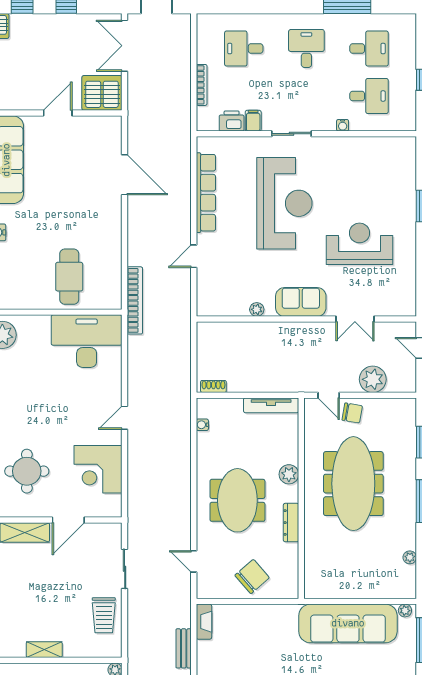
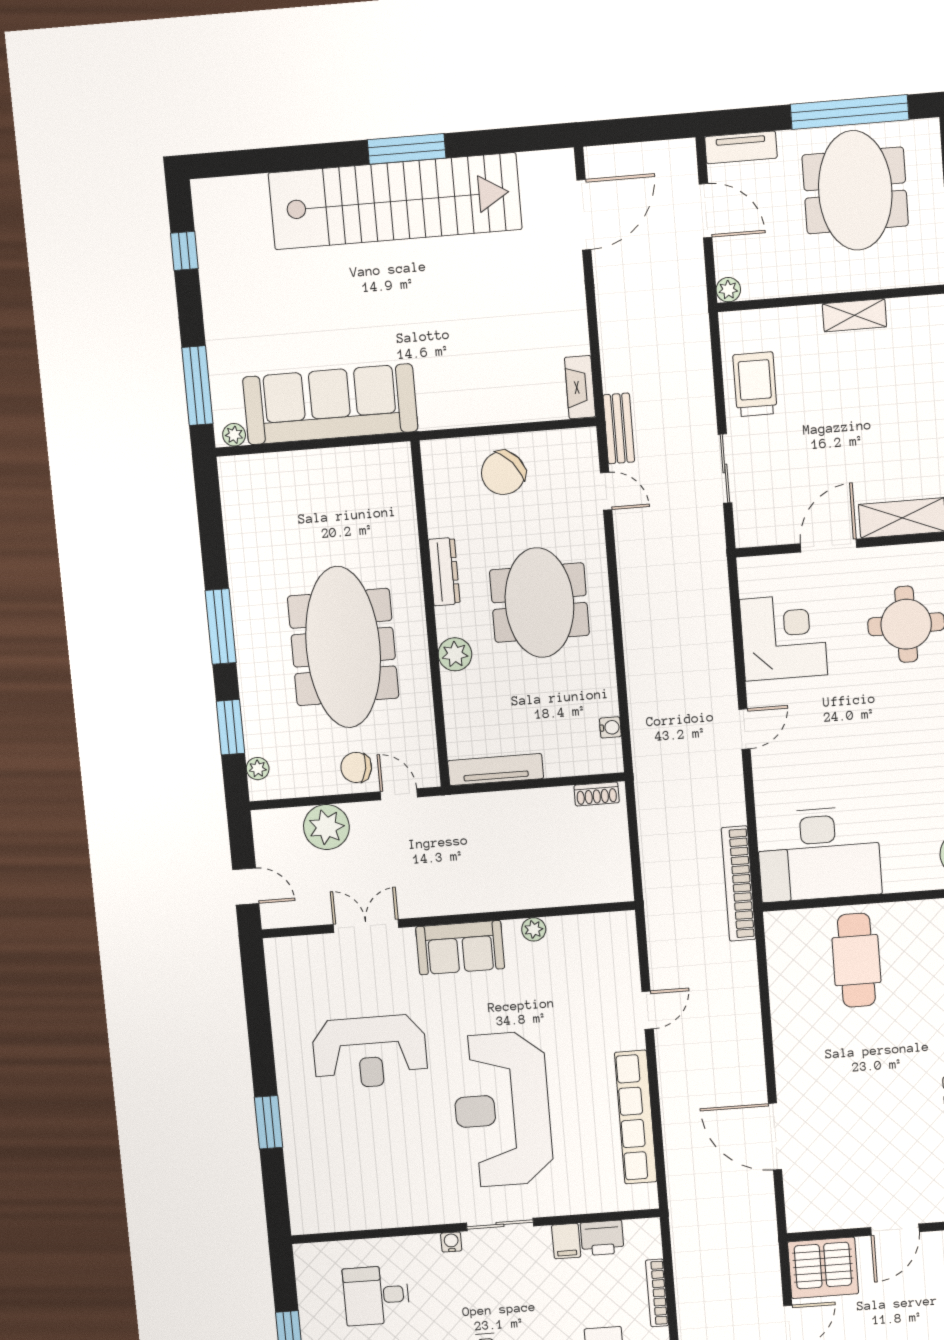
water cooler: (343, 125) -> (451, 1242), moved
bookcase: (135, 300) -> (739, 884), moved
plant: (410, 557) -> (258, 769), moved
bench: (184, 648) -> (619, 428), moved

